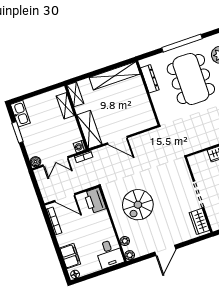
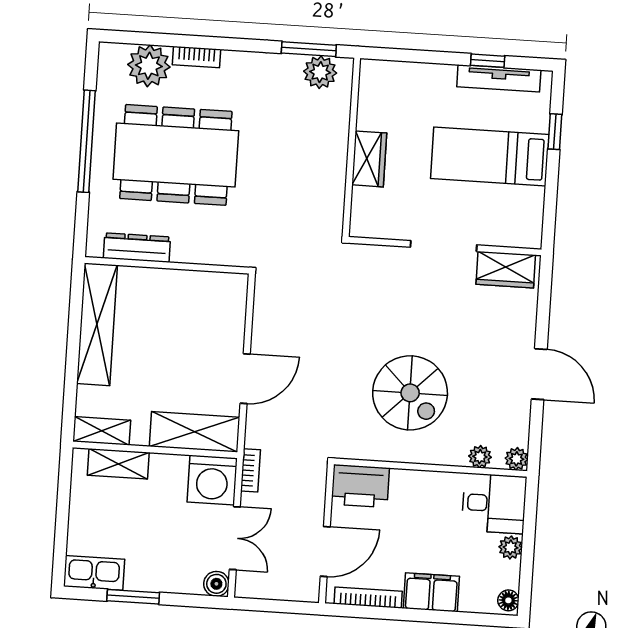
washing machine: (80, 147) -> (212, 480), width x1.89, depth x1.89
filing cabinet: (70, 256) -> (431, 592), moved
plant: (95, 267) -> (511, 547), added

